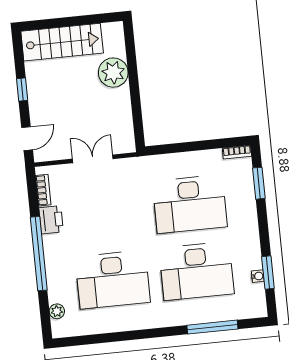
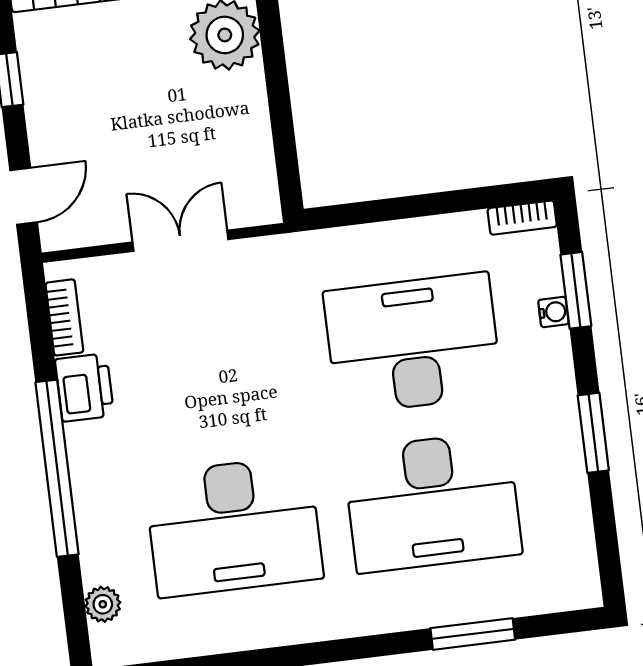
desk: (190, 204) -> (413, 343), turned 180
window: (268, 272) -> (593, 433), moved
water cooler: (258, 276) -> (553, 312), moved
window: (212, 327) -> (473, 634), width x0.69

